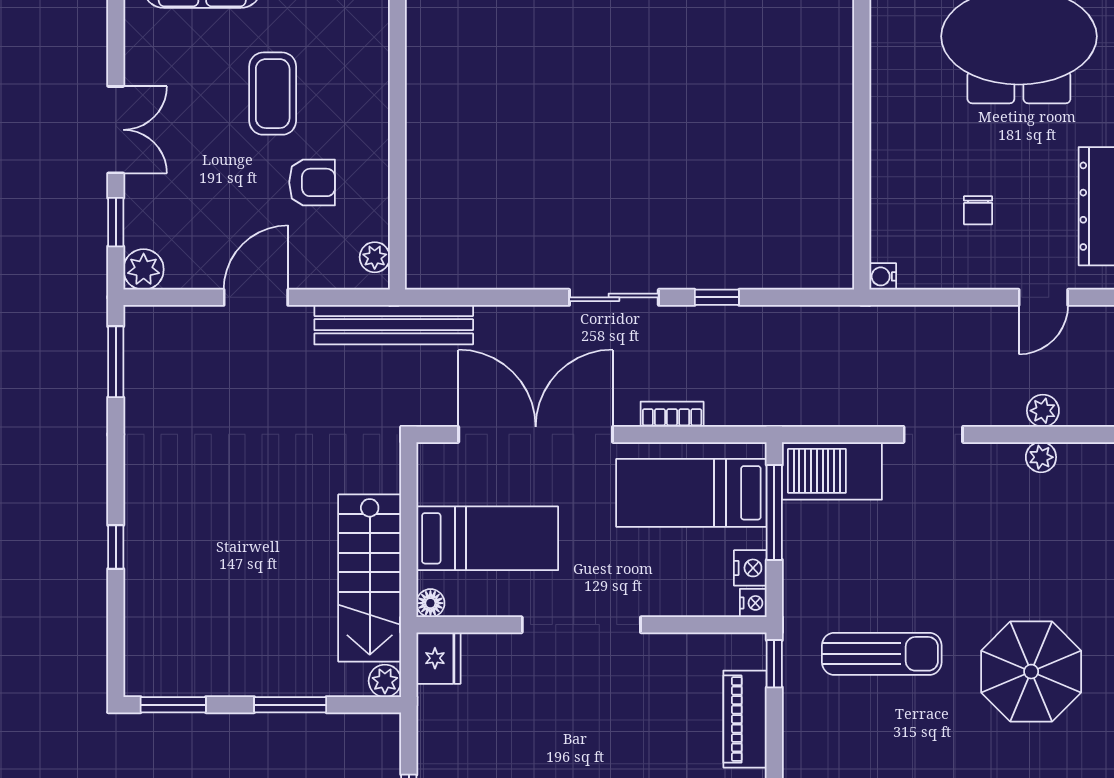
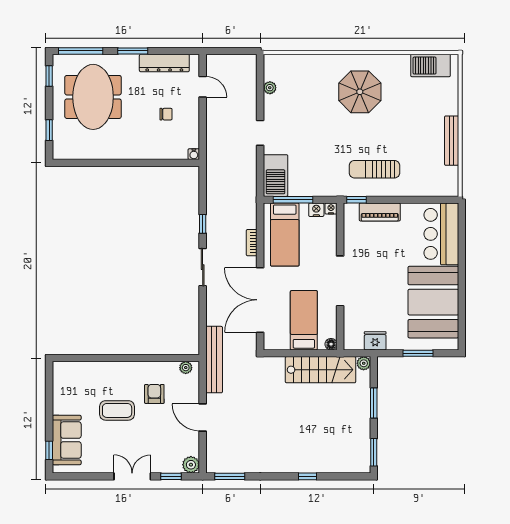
plant: (1043, 411) -> (250, 87), removed
sun lounger: (882, 654) -> (374, 169), moved, turned -90
fridge: (438, 658) -> (375, 341), moved

